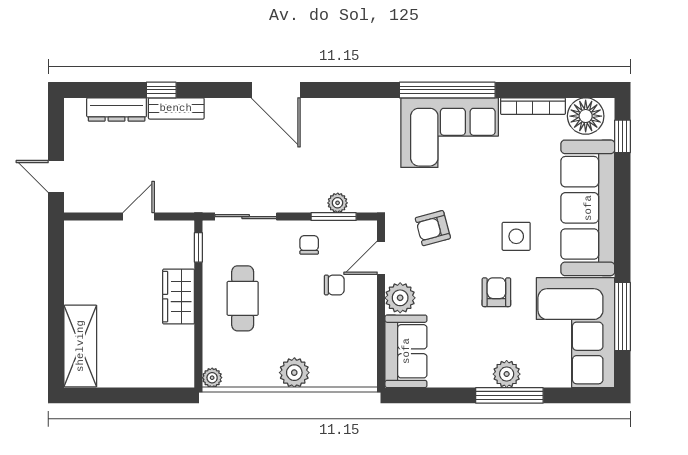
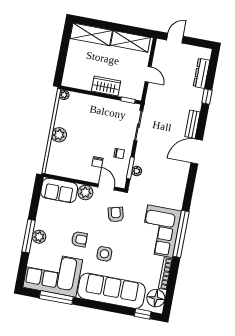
bench: (176, 108) -> (192, 124), moved
shelving: (79, 264) -> (131, 41), added
cafe table: (243, 298) -> (99, 117), removed

